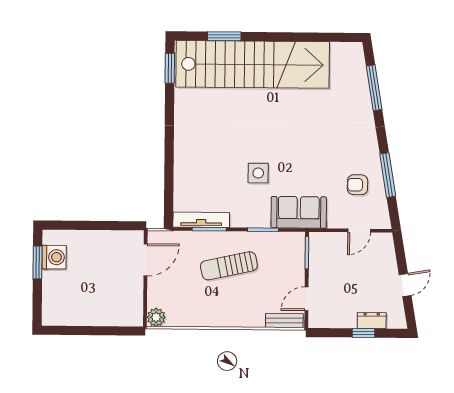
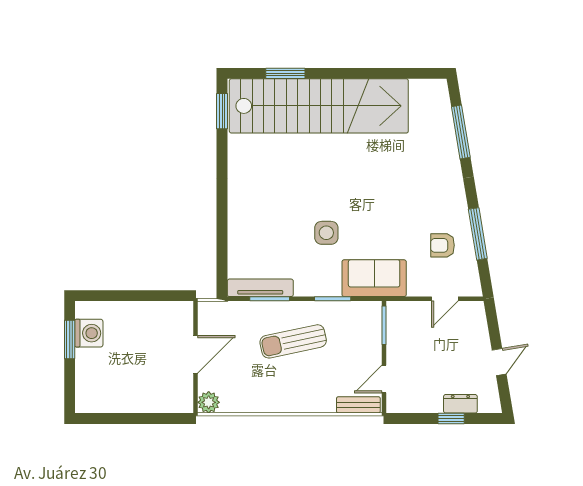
door: (145, 260) -> (196, 354), moved

